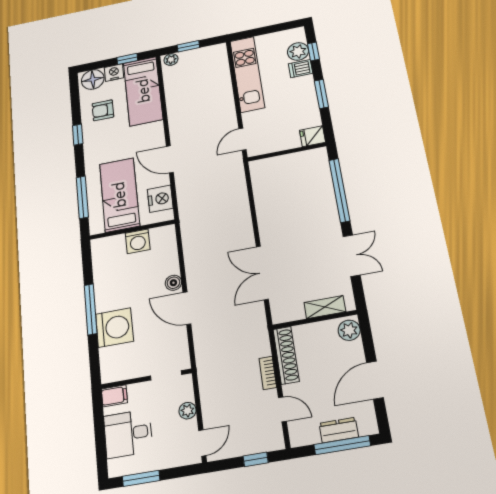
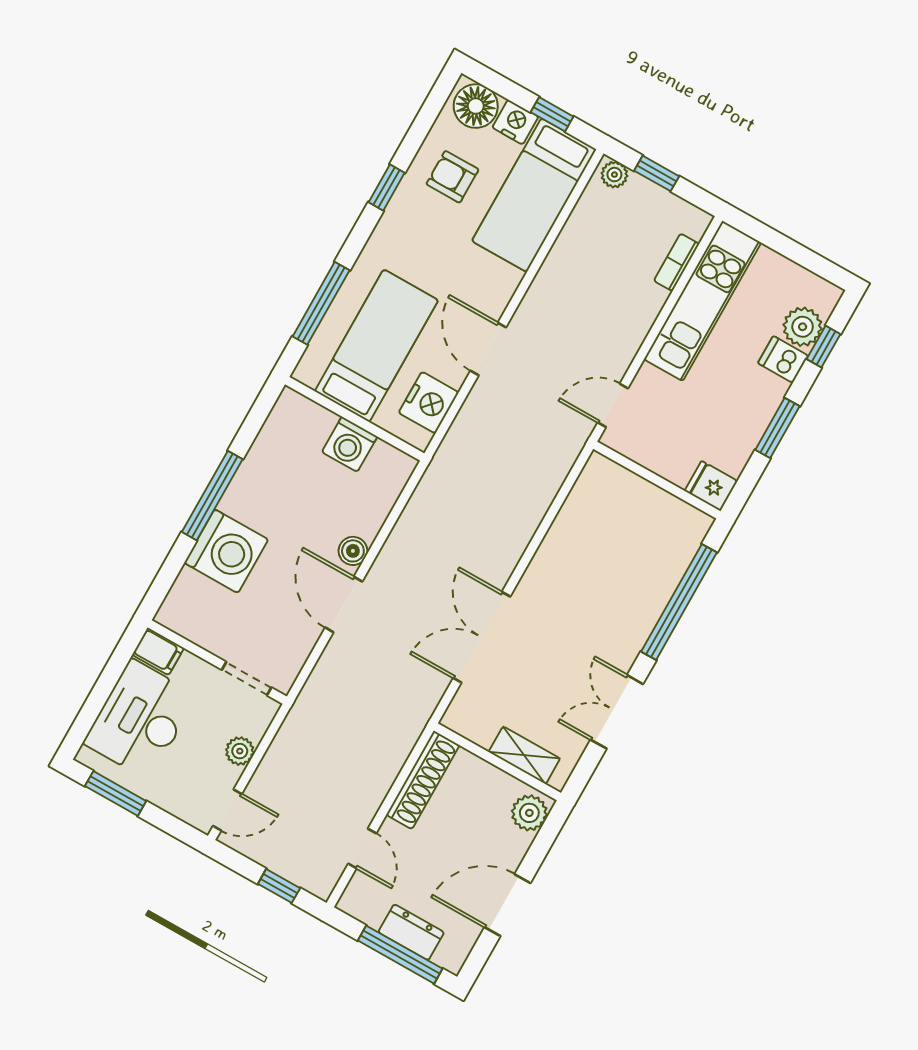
double door: (352, 256) -> (617, 712), swing flipped
bookcase: (268, 373) -> (677, 262), moved
desk: (128, 434) -> (140, 719), width x1.37

